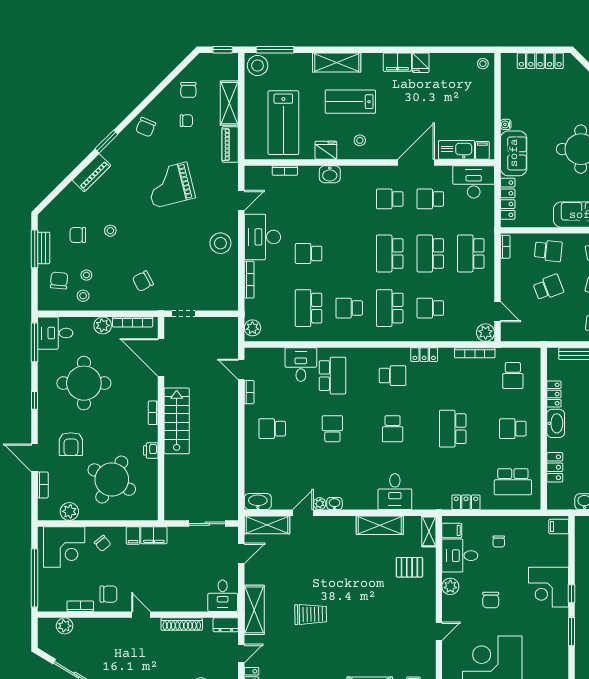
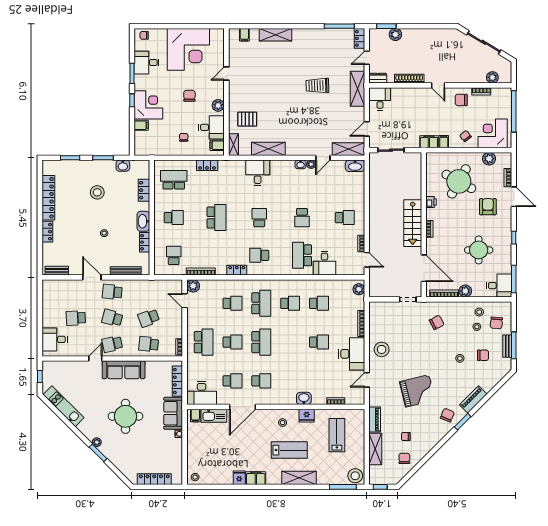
lab bench: (283, 123) -> (337, 435), width x0.73, depth x0.72
chair: (146, 127) -> (447, 415), moved
school desk: (430, 254) -> (232, 342), width x0.54
school desk: (309, 308) -> (319, 303), width x0.54
round table: (84, 383) -> (479, 250), width x0.73, depth x0.73
filing cabinet: (559, 527) -> (141, 125), moved
desk: (551, 647) -> (147, 63), added

